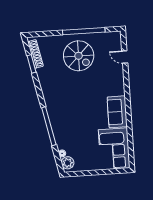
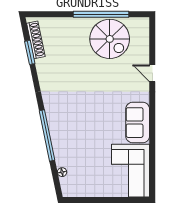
spiral stairs: (79, 56) -> (110, 39), moved
door: (125, 57) -> (152, 73), moved
plant: (68, 163) -> (68, 185), removed

